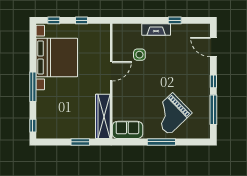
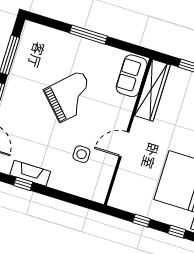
fireplace: (156, 29) -> (30, 173), moved
grand piano: (171, 114) -> (71, 97), moved
sofa: (127, 130) -> (132, 76), moved, turned 90

